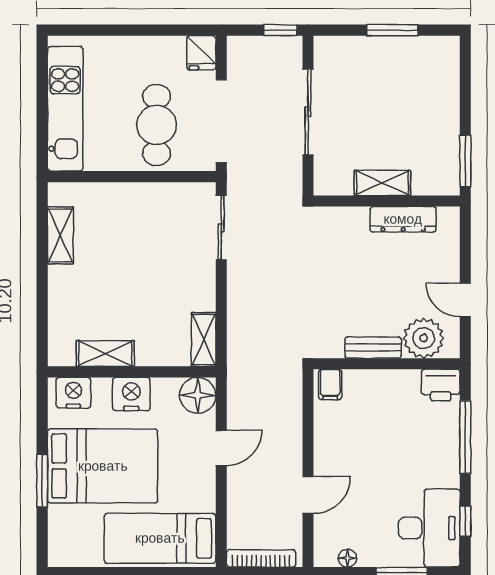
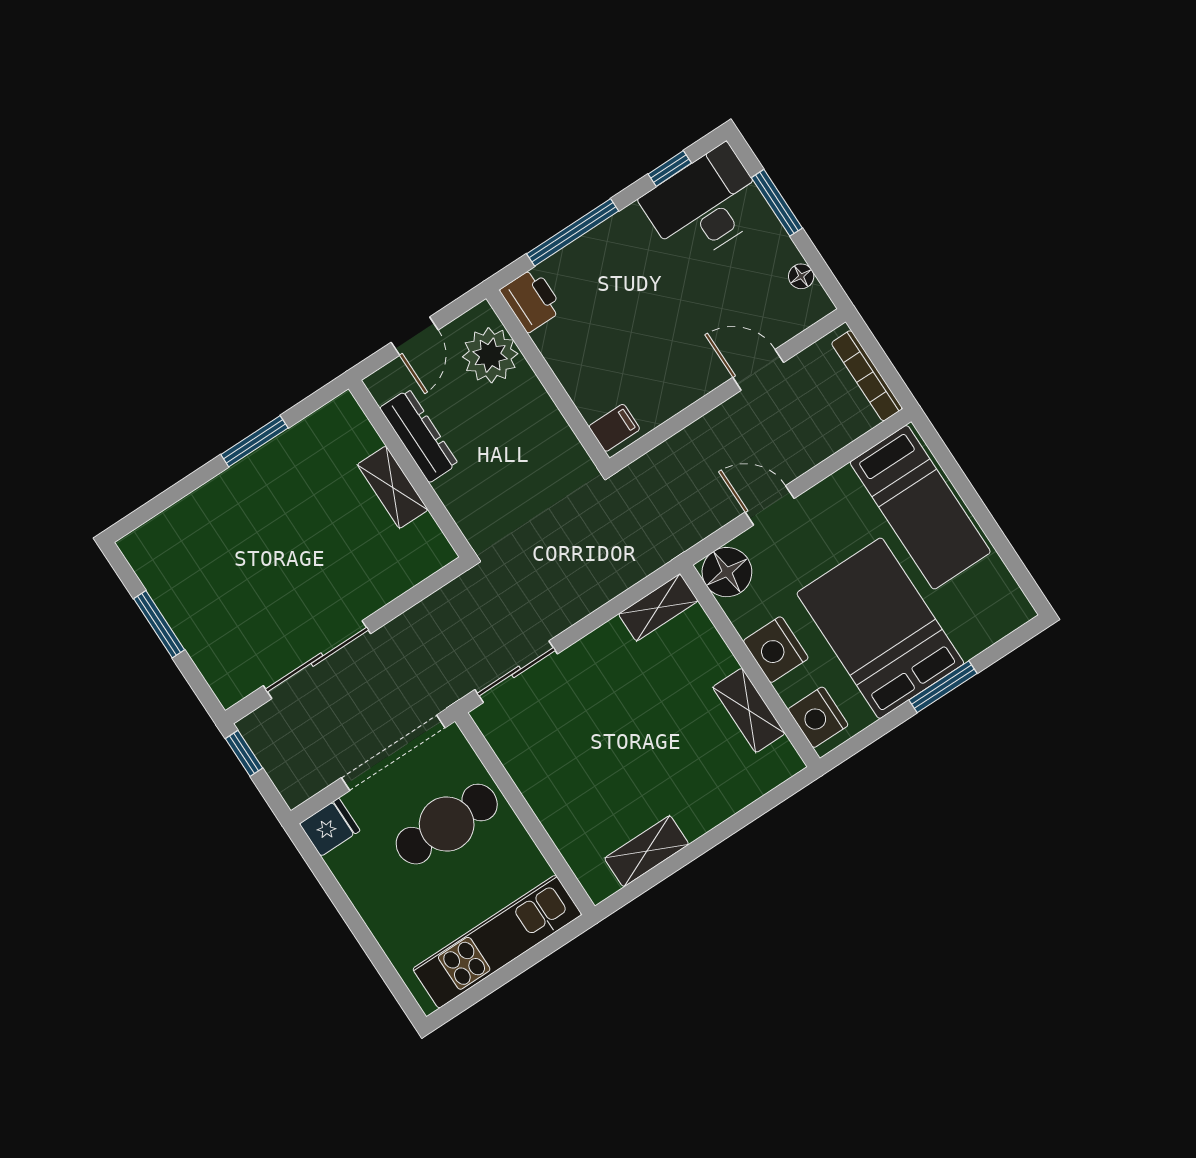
shelving: (382, 183) -> (393, 487), moved
wall: (387, 201) -> (410, 469), moved
dresser: (403, 219) -> (419, 436), moved
bench: (373, 348) -> (539, 406), removed

